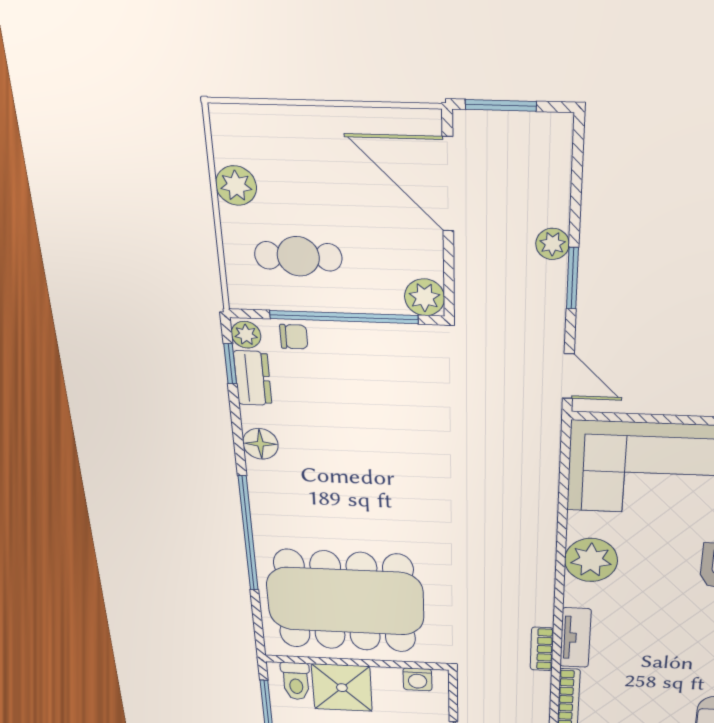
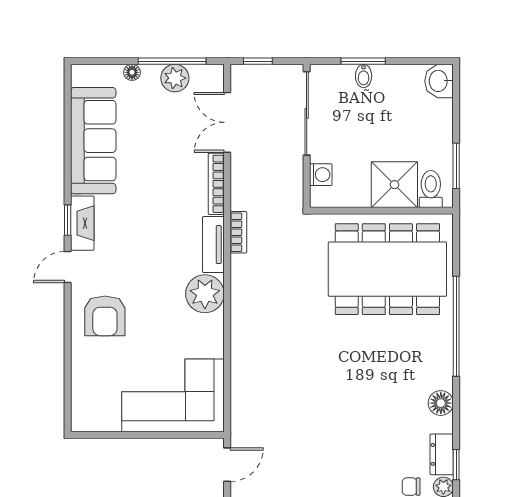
door: (568, 376) -> (227, 465), swing flipped
plant: (591, 560) -> (205, 294), moved
washing machine: (417, 679) -> (321, 175), moved, turned 90

